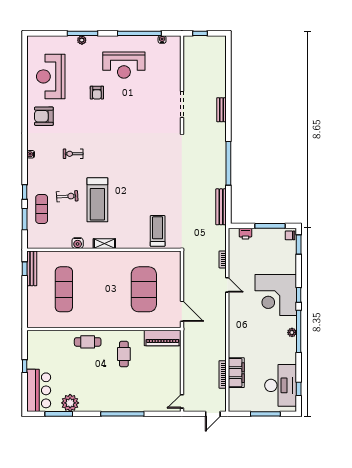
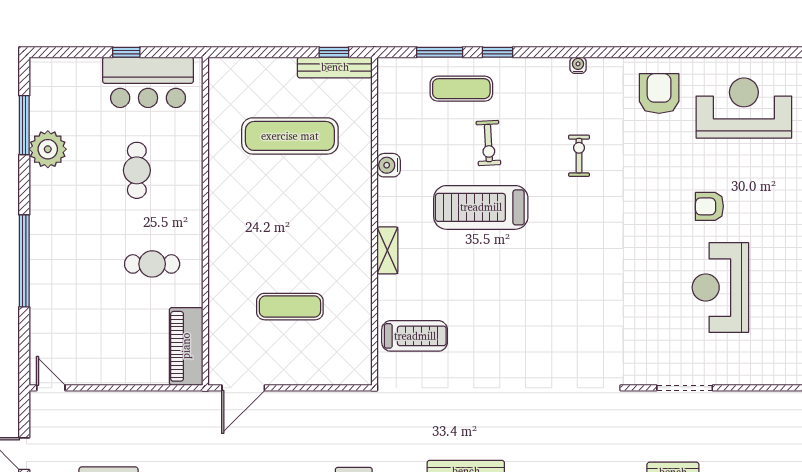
reception desk: (124, 65) -> (720, 288), moved
shelving: (104, 244) -> (387, 250), moved
exercise mat: (144, 289) -> (290, 307), width x0.50, depth x0.69
cafe table: (88, 342) -> (137, 170), moved
bar counter: (39, 390) -> (148, 82), moved

